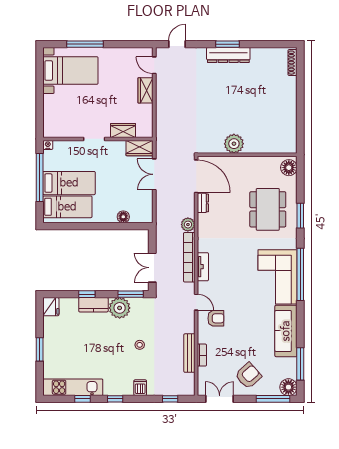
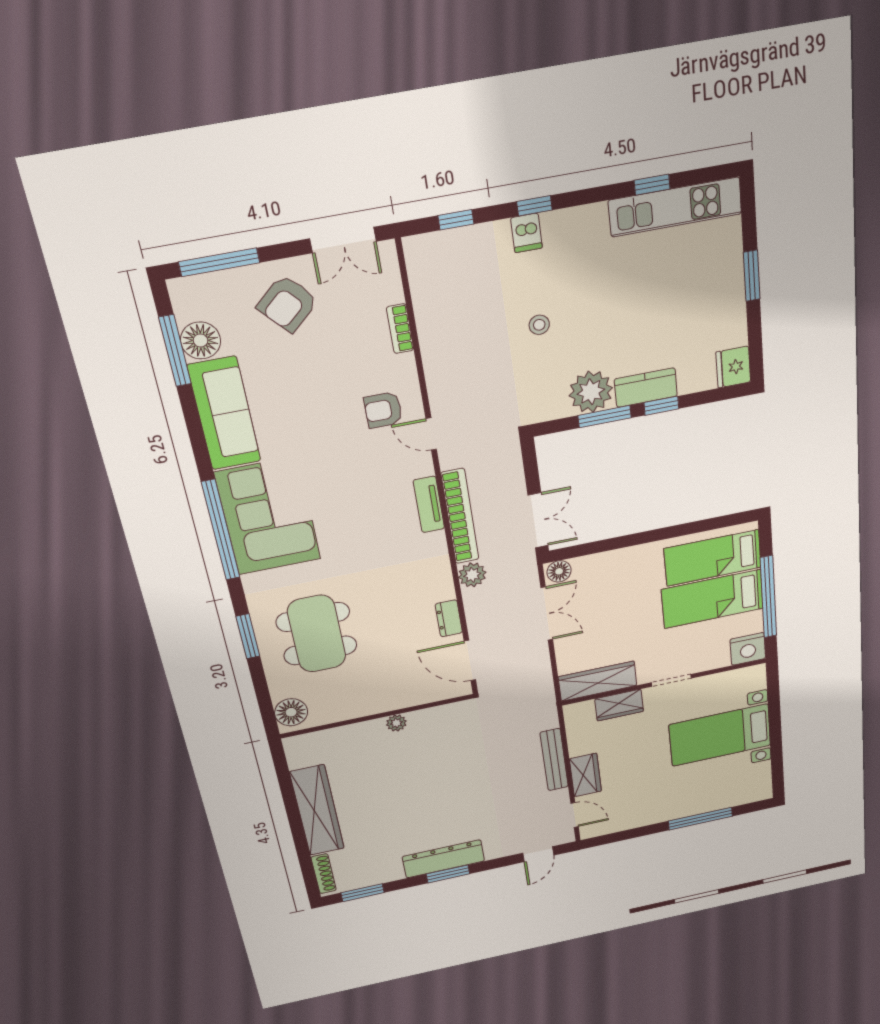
window: (275, 44) -> (363, 893), added
bed with nightstands: (70, 71) -> (720, 735), moved
wardrobe: (288, 105) -> (317, 810), added
plant: (234, 144) -> (396, 723), width x0.53, depth x0.53
nightstand: (48, 145) -> (748, 649), width x1.89, depth x1.79
wardrobe: (140, 148) -> (598, 681), width x1.50
double door: (154, 174) -> (547, 614), moved
door: (196, 176) -> (470, 661), width x0.73
floor lamp: (123, 217) -> (559, 571), moved
double door: (152, 268) -> (538, 520), moved
window: (131, 294) -> (605, 417), moved
bench: (189, 353) -> (554, 760), moved
floor lamp: (288, 387) -> (201, 340), moved
window: (115, 399) -> (534, 206), moved

